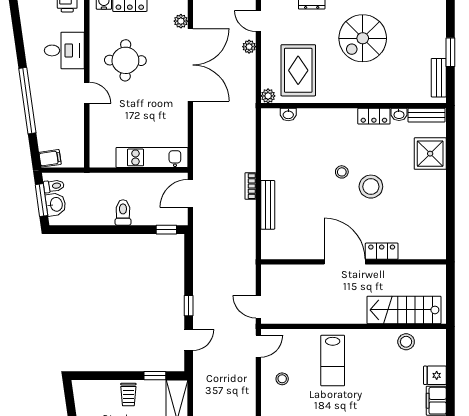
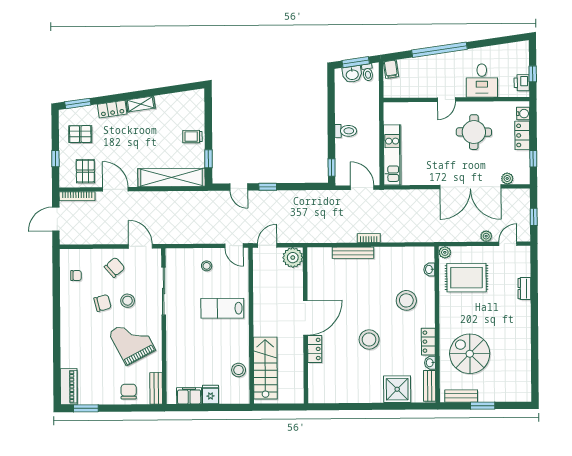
spiral stairs: (363, 38) -> (470, 354), moved
stool: (342, 172) -> (406, 300), moved, width x1.89, depth x1.89
plant: (273, 276) -> (293, 258), added

